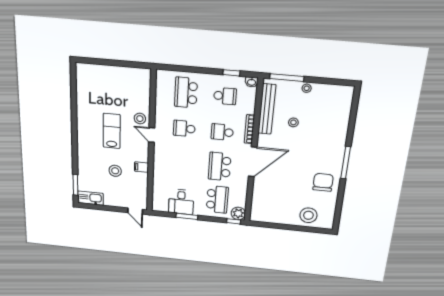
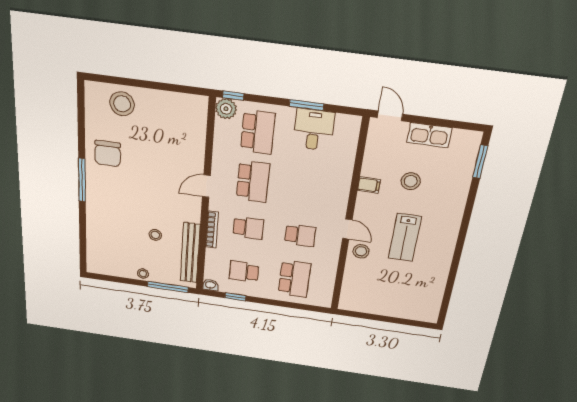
door: (253, 162) -> (206, 186), width x0.53
kitchen sink: (91, 198) -> (429, 135), moved
school desk: (217, 199) -> (258, 132), turned 180

